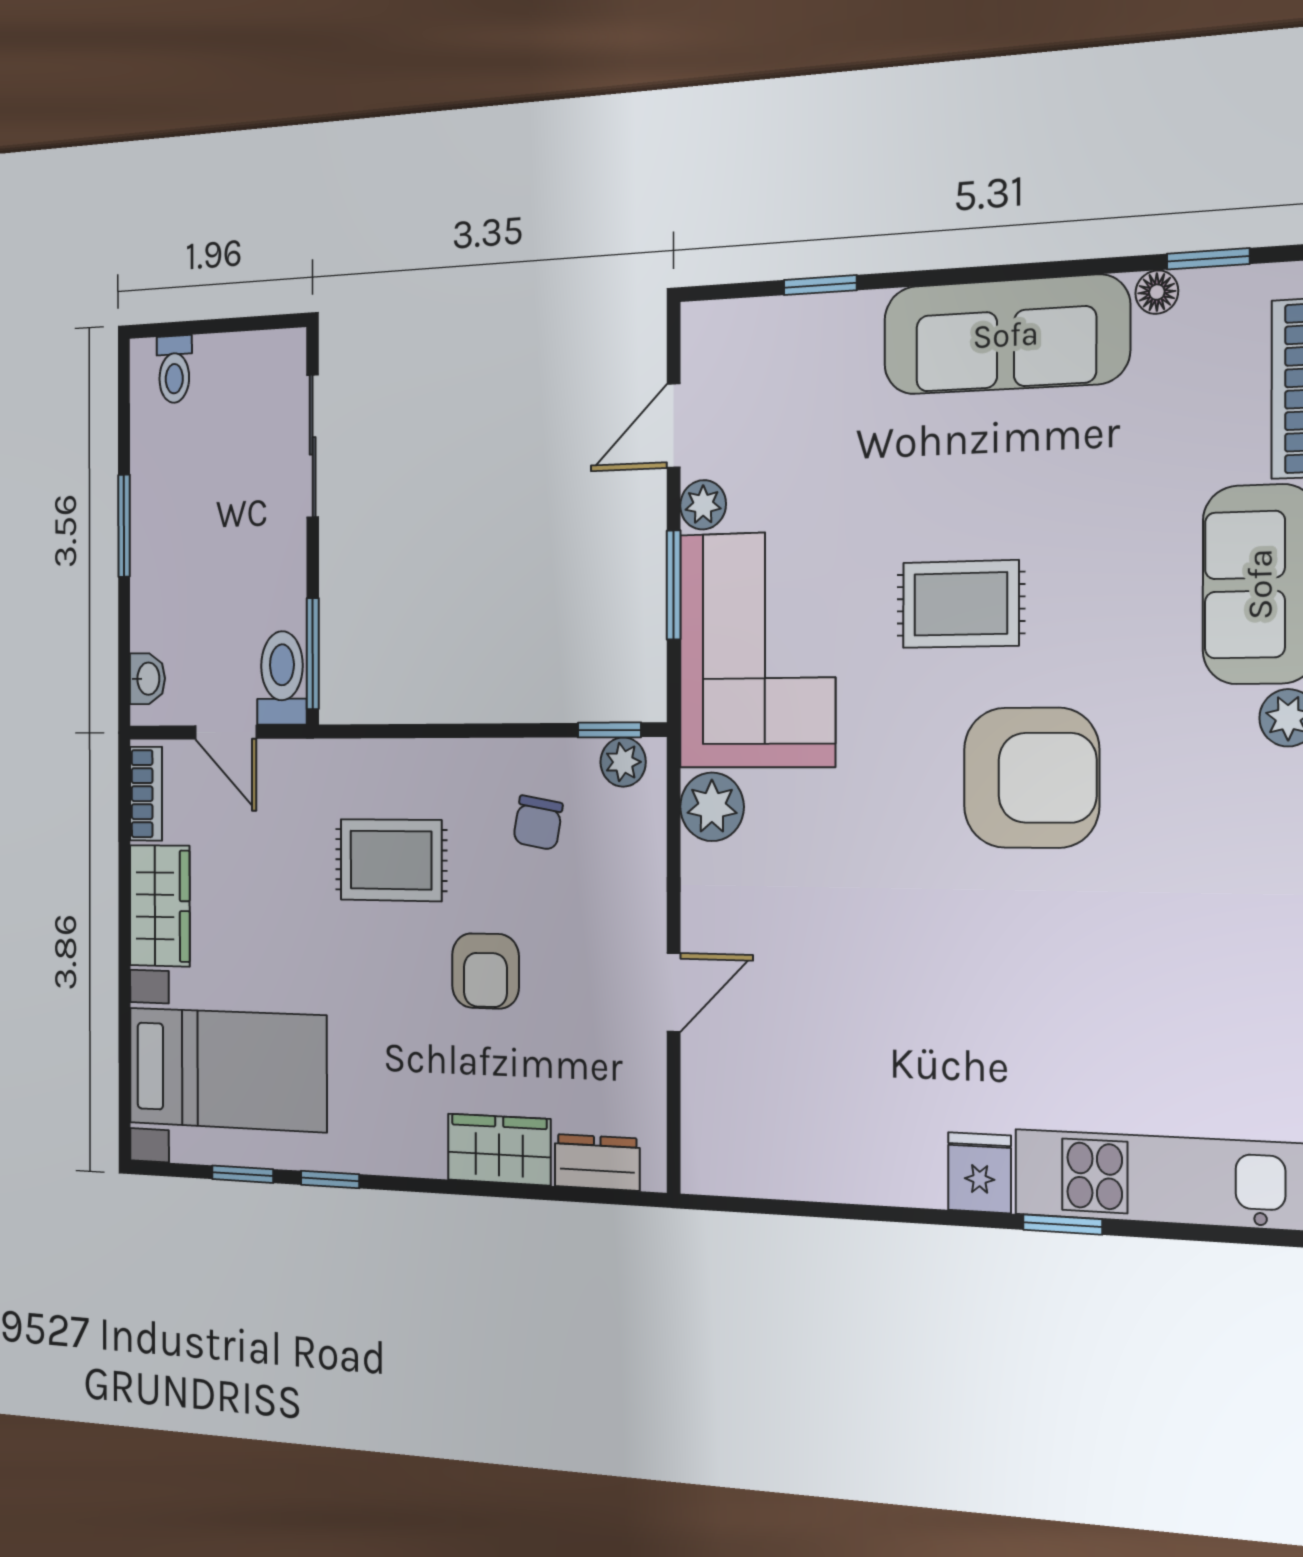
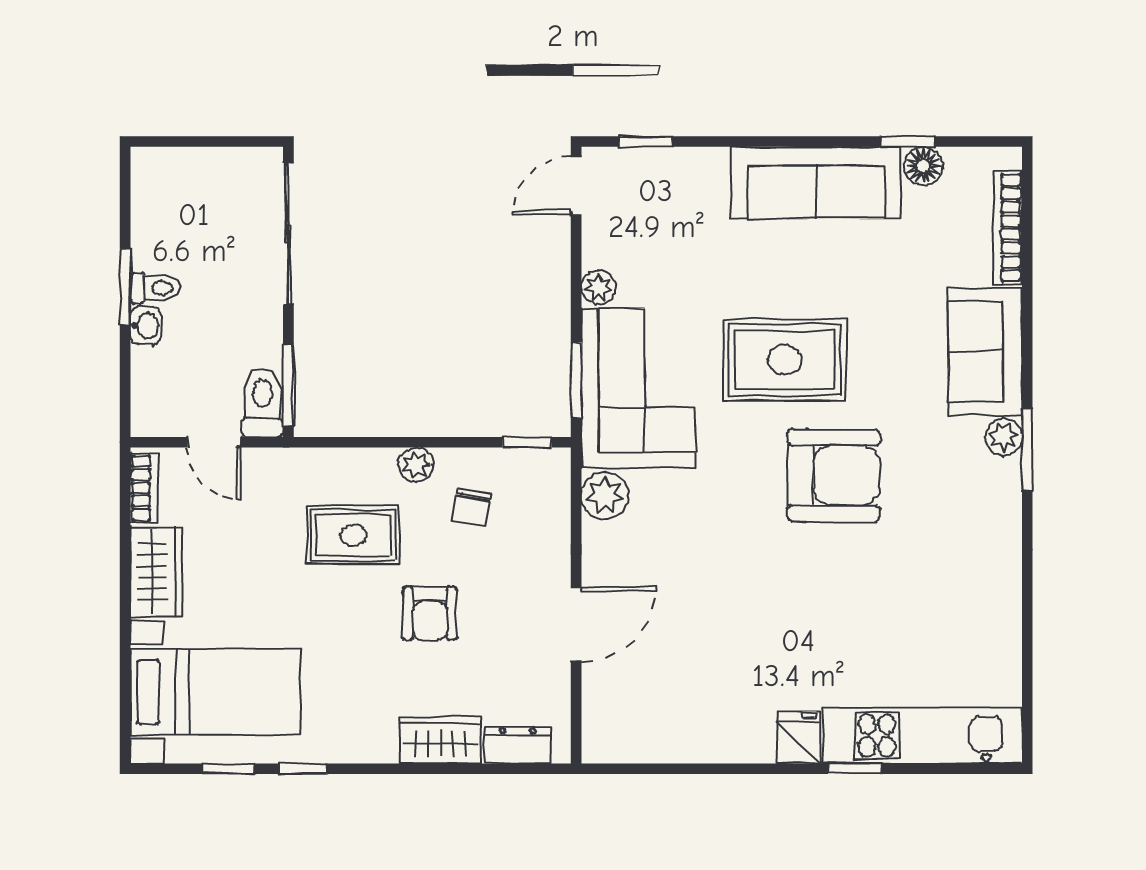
window: (1208, 259) -> (908, 142), moved
window: (820, 285) -> (646, 142), moved
floor lamp: (1157, 292) -> (923, 166), width x1.37, depth x1.37
toilet: (174, 369) -> (155, 288), moved, turned -90
door: (674, 426) -> (576, 185), moved
sliding door: (313, 446) -> (288, 234), width x1.37
window: (674, 585) -> (576, 380), moved
rug: (961, 604) -> (785, 360), width x1.36, depth x1.43
washbasin: (147, 679) -> (146, 326), moved
plant: (623, 762) -> (416, 465), moved
door: (674, 992) -> (576, 624), width x1.38

